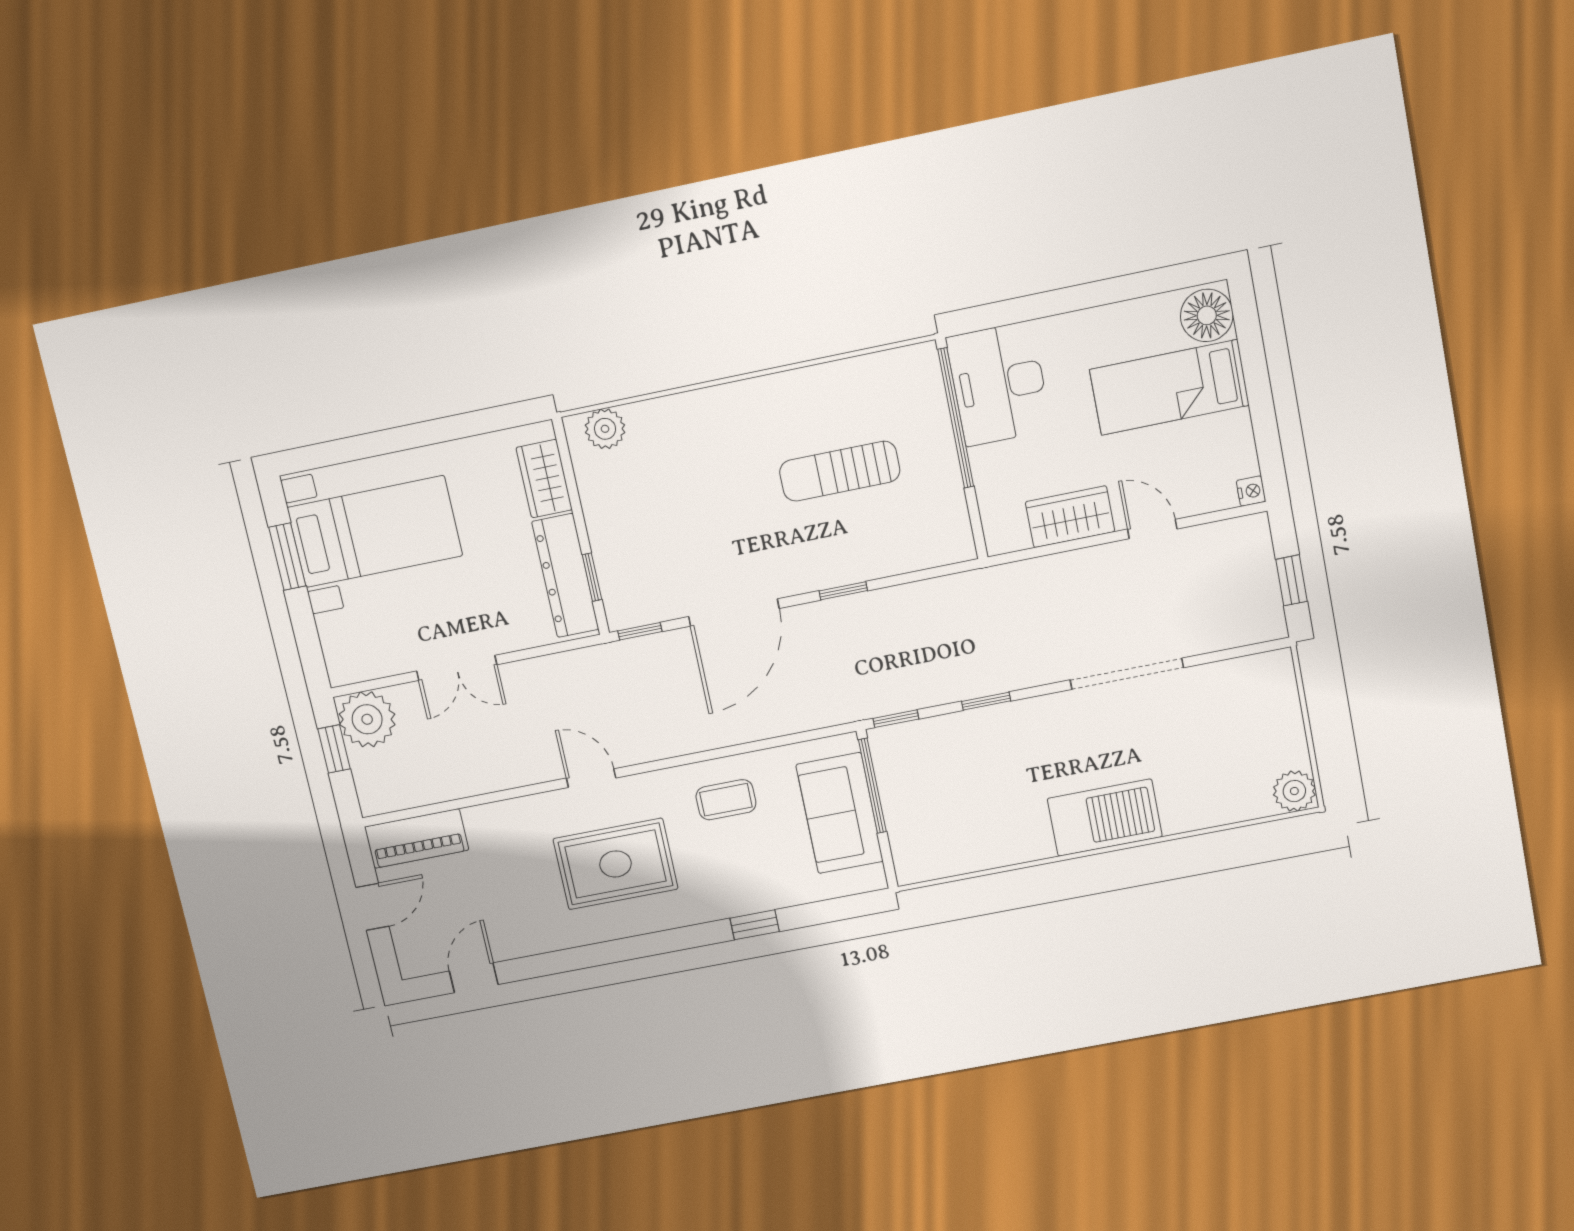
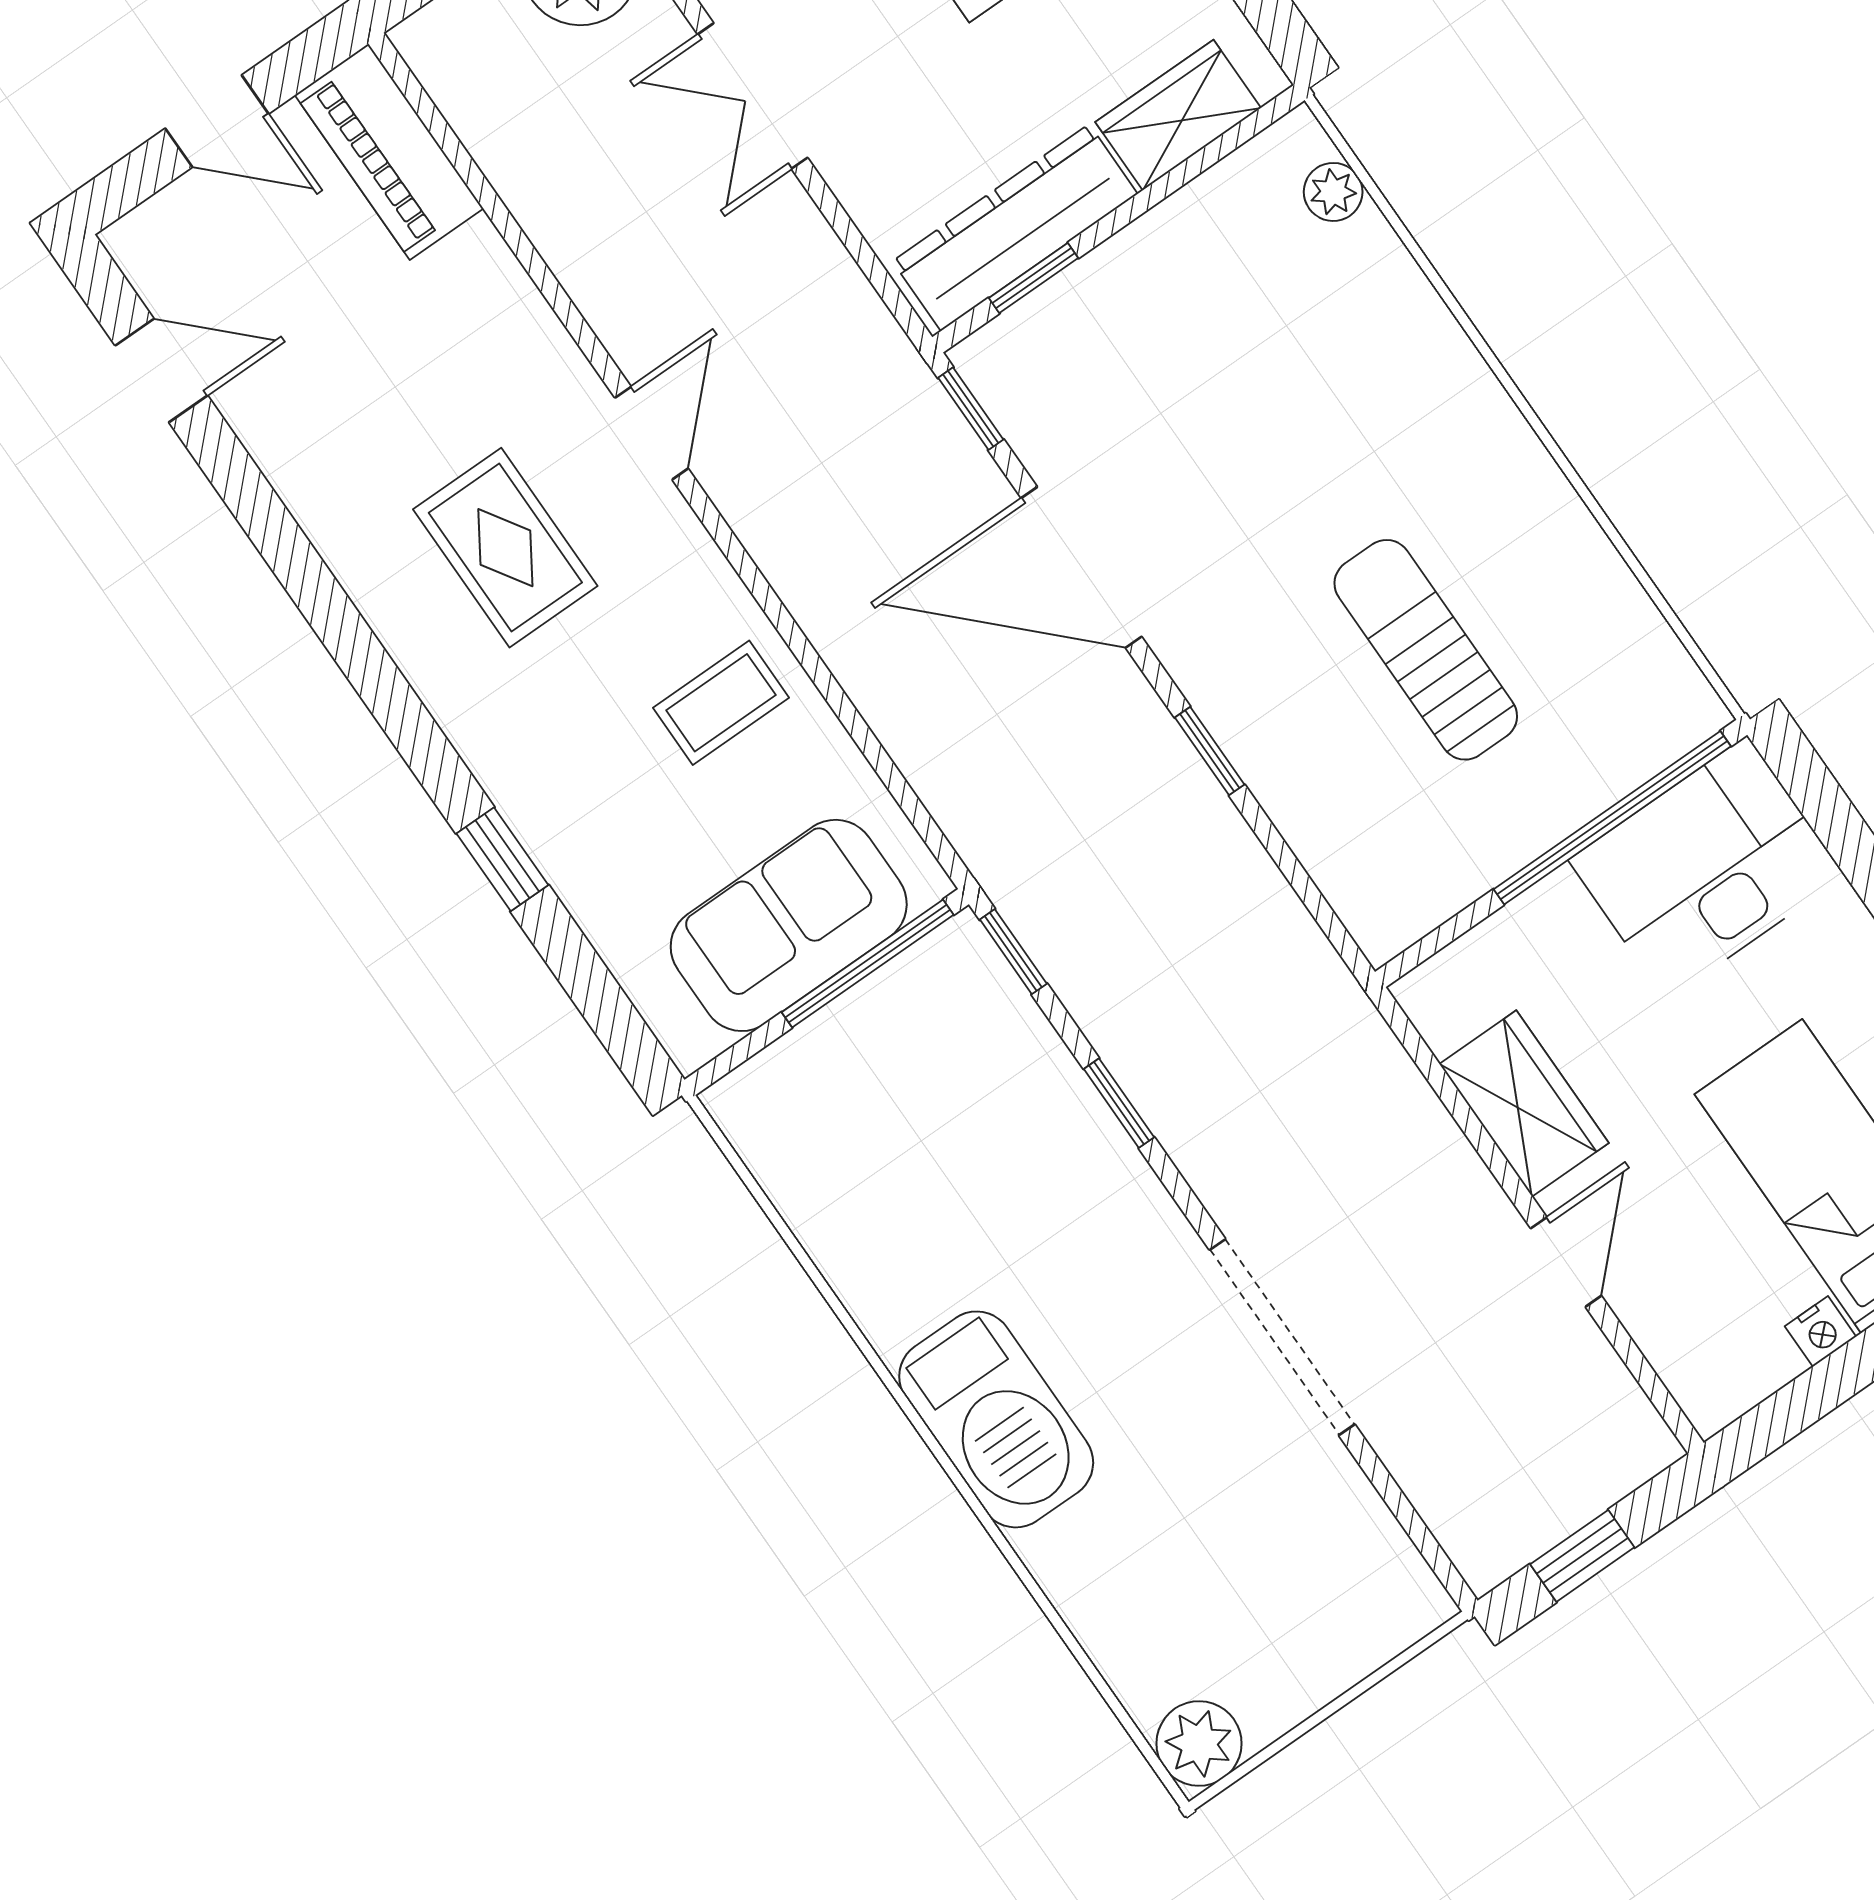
plant: (605, 429) -> (1333, 192), width x0.73, depth x0.73
nightstand: (1251, 491) -> (1820, 1331), moved
coffee table: (726, 800) -> (721, 703), turned 90
rug: (615, 864) -> (505, 548), width x0.73, depth x0.70

